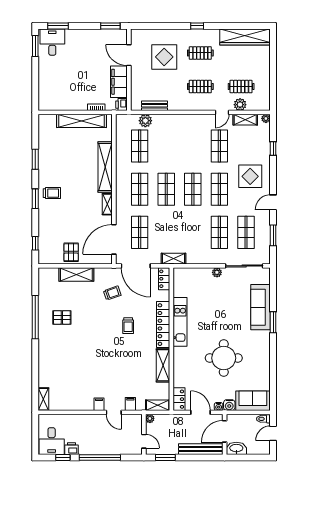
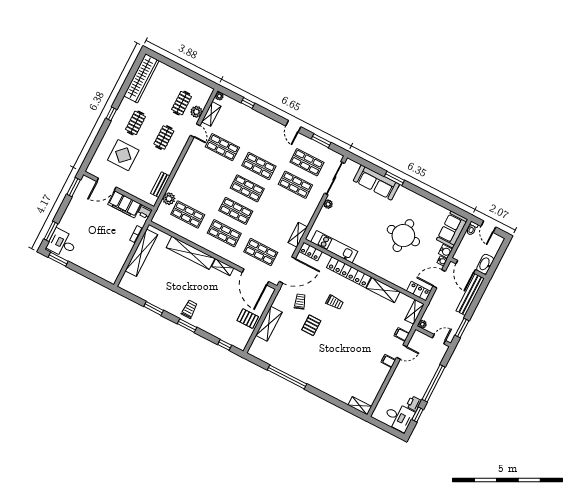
display table: (250, 176) -> (261, 134), removed
pallet: (62, 317) -> (311, 325), moved
kitchen unit: (180, 322) -> (334, 247), moved

